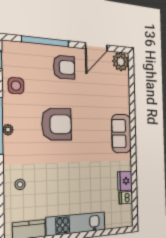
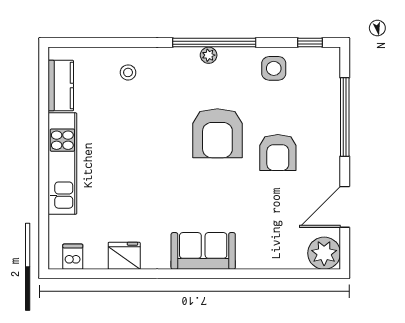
door: (96, 47) -> (345, 207), hinge flipped
armchair: (64, 67) -> (278, 153), moved
dishwasher: (126, 198) -> (73, 257), moved

